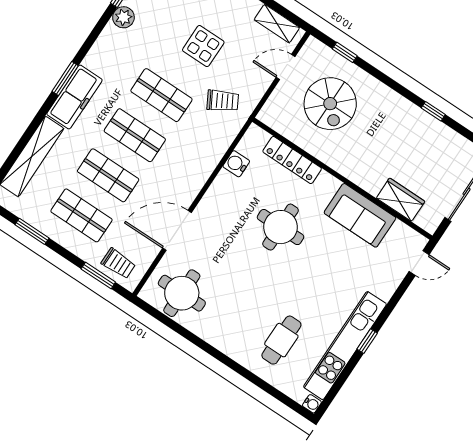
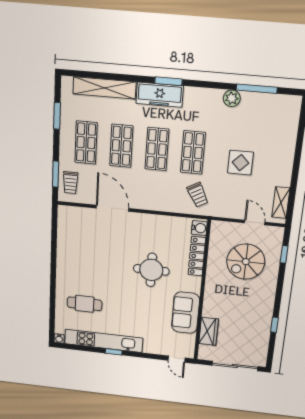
trolley: (223, 101) -> (198, 195), moved
water cooler: (236, 164) -> (199, 228), moved, turned 90
round table: (182, 293) -> (76, 231), removed

